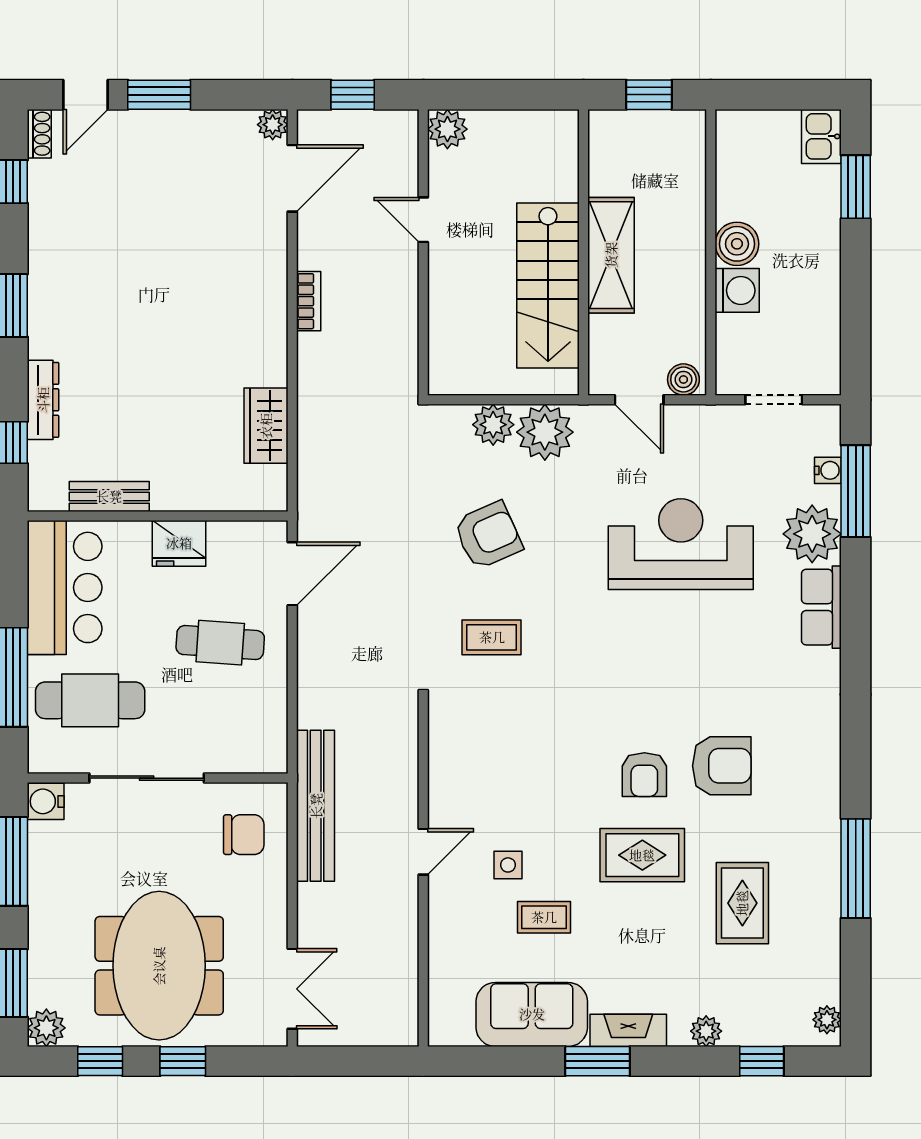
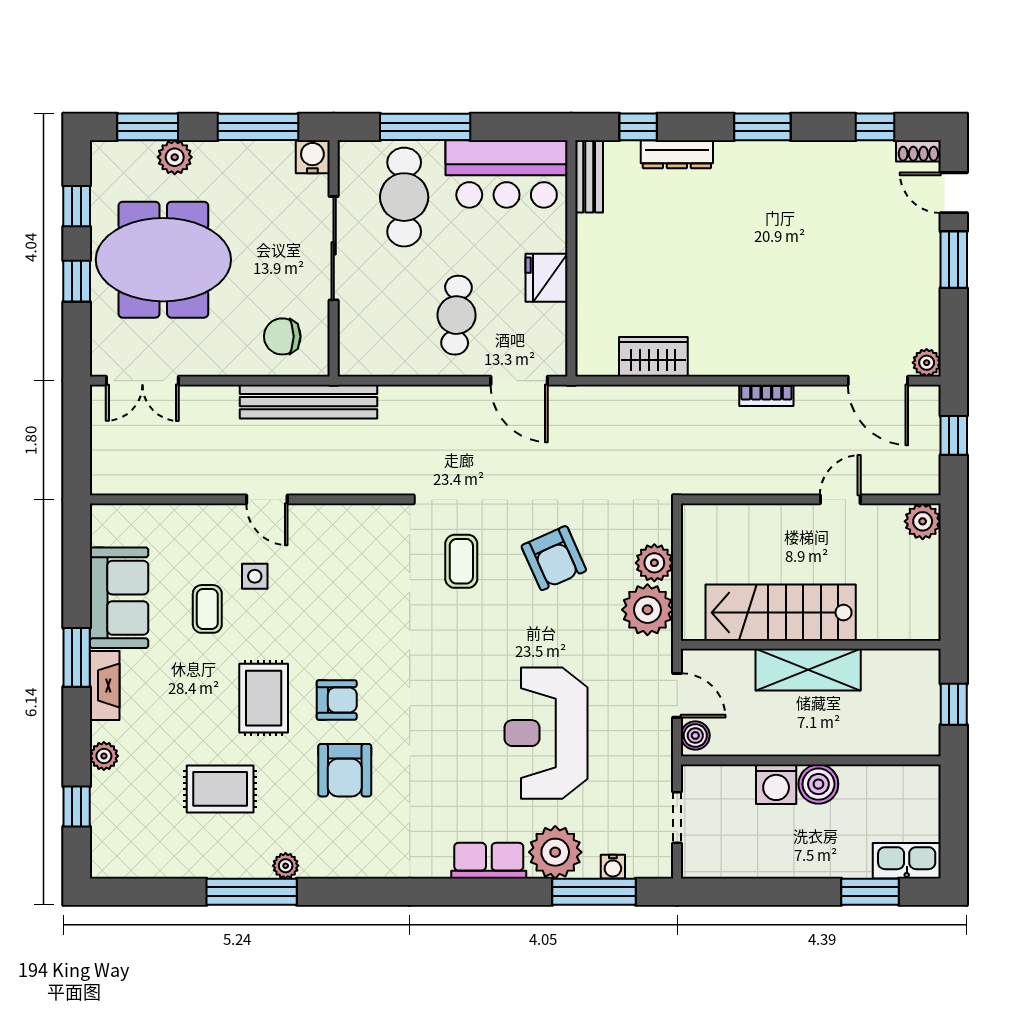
kitchen sink: (821, 136) -> (907, 861), width x1.38
door: (639, 400) -> (677, 695), swing flipped
bench: (109, 496) -> (589, 176), moved
reception desk: (681, 544) -> (546, 733), turned 180
armchair: (644, 775) -> (337, 700), turned 180
chair: (244, 835) -> (282, 336), turned 90
plant: (827, 1020) -> (286, 866), moved
plant: (46, 1028) -> (175, 157), moved

